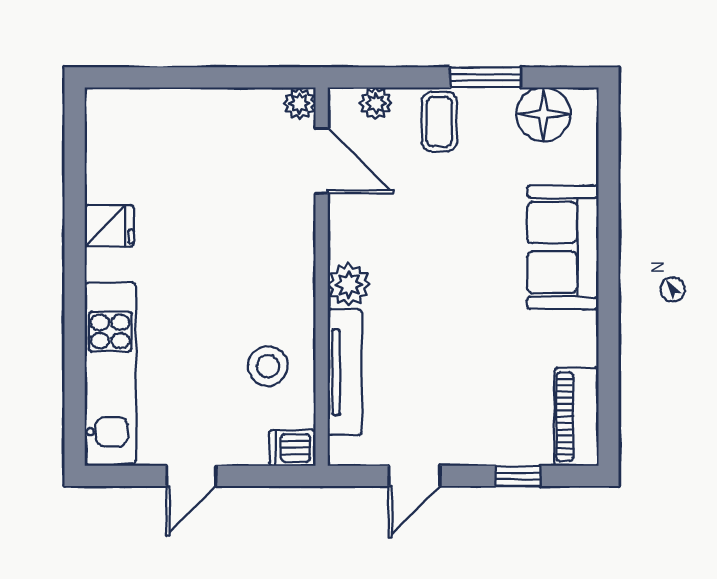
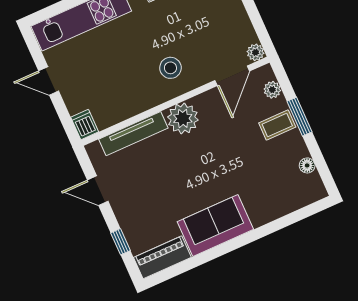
window: (485, 77) -> (300, 117), moved
floor lamp: (543, 114) -> (307, 165), width x0.53, depth x0.53
sofa: (563, 247) -> (215, 225), moved
plant: (349, 285) -> (183, 118), width x1.36, depth x1.36
stool: (268, 366) -> (170, 68), moved

